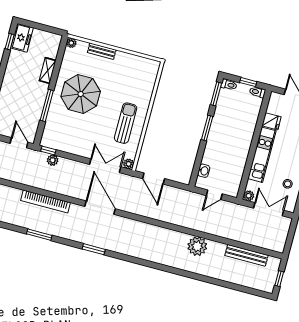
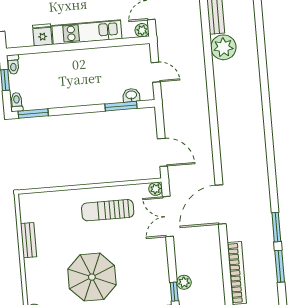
bench: (102, 51) -> (29, 240), moved
window: (207, 128) -> (121, 106), moved
door: (154, 179) -> (162, 152), hinge flipped
plant: (197, 246) -> (223, 47), moved
window: (94, 249) -> (276, 227), moved

